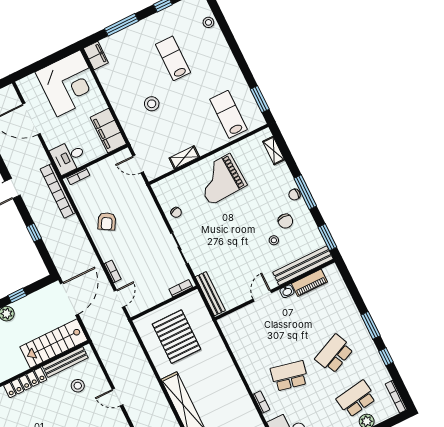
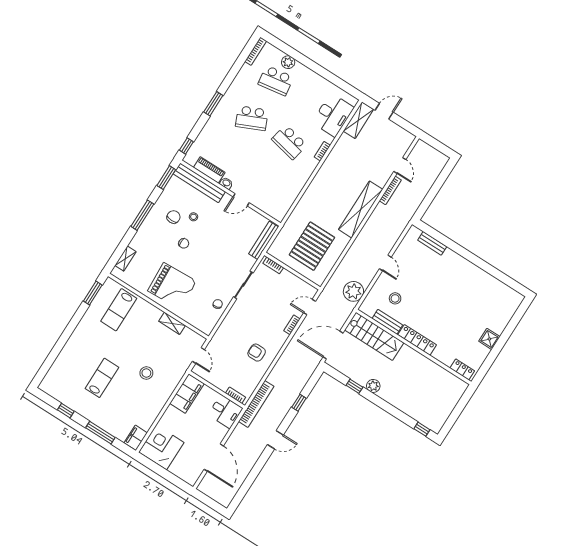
stool: (208, 22) -> (58, 368), removed
lab bench: (173, 58) -> (102, 378), turned 180
corner desk: (69, 83) -> (161, 447), width x0.74, depth x0.74
chair: (294, 195) -> (184, 243), moved
armchair: (107, 221) -> (257, 353), turned -120
plant: (109, 350) -> (353, 291), added
window: (386, 357) -> (186, 146), moved
bench: (65, 362) -> (387, 322), width x0.73

